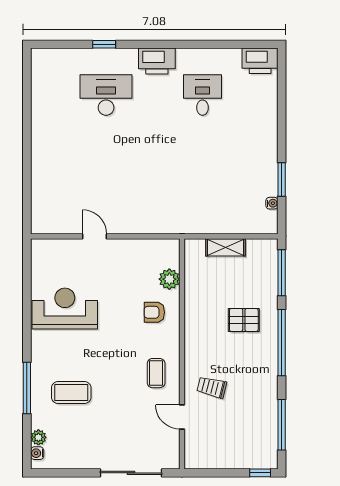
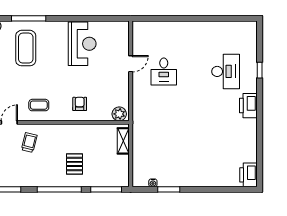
desk: (202, 95) -> (164, 71), moved, turned 90
shelving: (225, 247) -> (123, 141), moved
plant: (169, 279) -> (119, 114), moved
coffee table: (71, 393) -> (26, 48), width x1.36, depth x1.32

